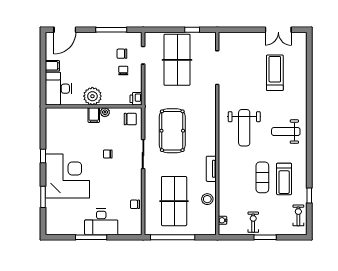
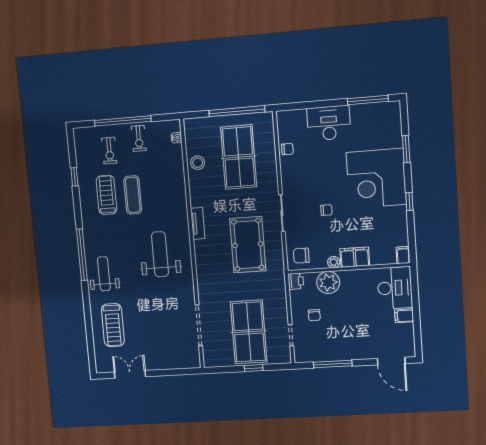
door: (65, 30) -> (391, 361), swing flipped
window: (192, 30) -> (254, 368), moved
chair: (122, 54) -> (317, 336), removed
treadmill: (275, 73) -> (113, 325), moved
plant: (92, 96) -> (328, 282), moved
filing cabinet: (50, 114) -> (403, 255), added
filing cabinet: (94, 115) -> (355, 257), width x2.00
weight bench: (286, 132) -> (104, 274), moved, turned -90
window: (309, 132) -> (82, 255), added
tv unit: (211, 169) -> (198, 223), moved
exercise bike: (298, 215) -> (109, 151), moved
window: (91, 237) -> (368, 100), moved
window: (265, 237) -> (123, 121), width x2.11

